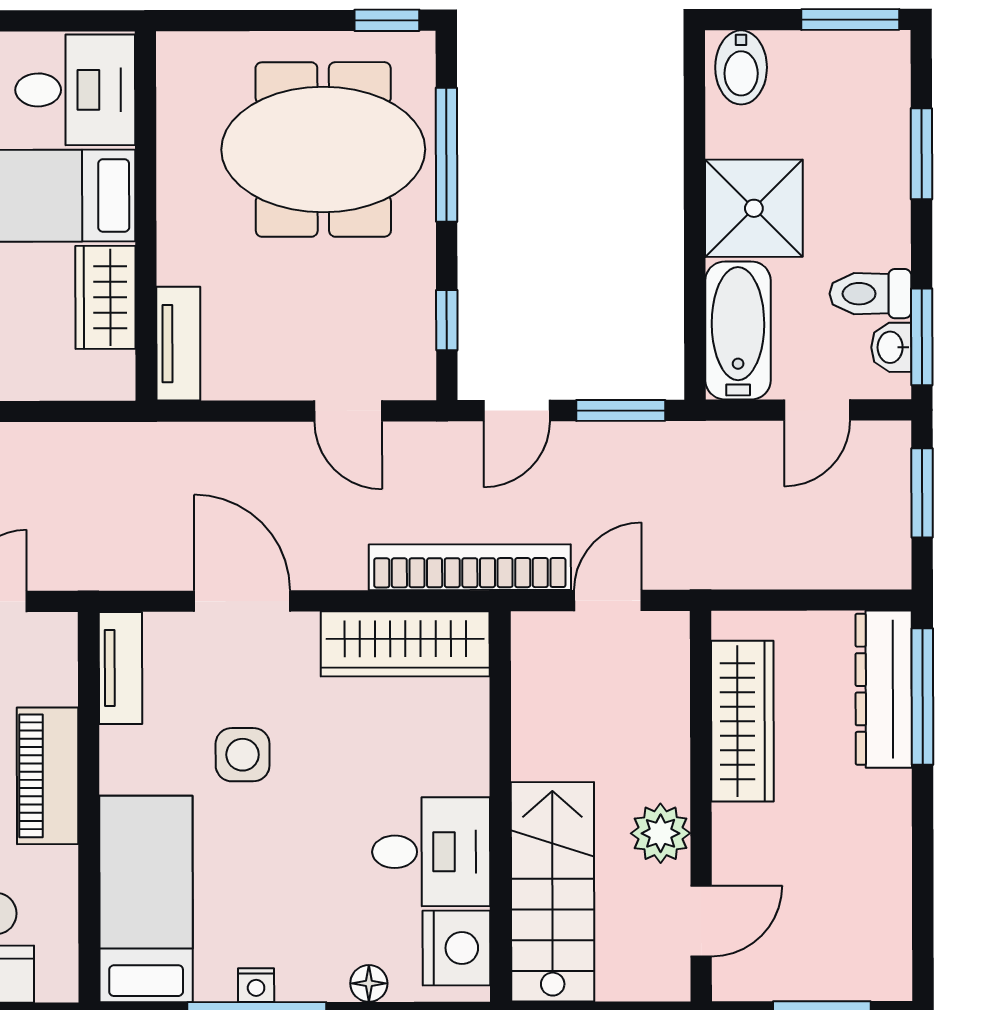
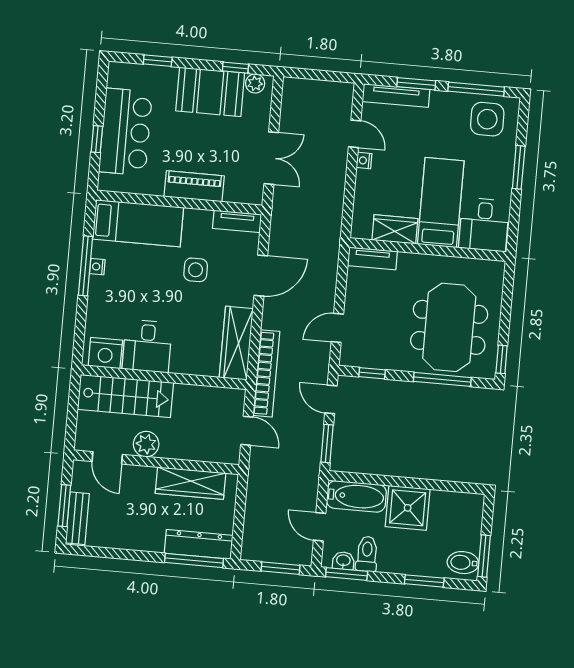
bidet: (741, 67) -> (463, 563), moved
bench: (849, 978) -> (77, 518), added
floor lamp: (369, 983) -> (94, 315), removed

